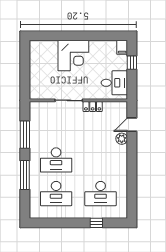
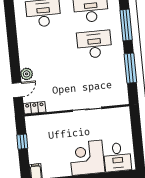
window: (132, 63) -> (22, 142), moved
desk: (114, 83) -> (117, 157), moved, turned -90
locker: (93, 107) -> (35, 108), moved

